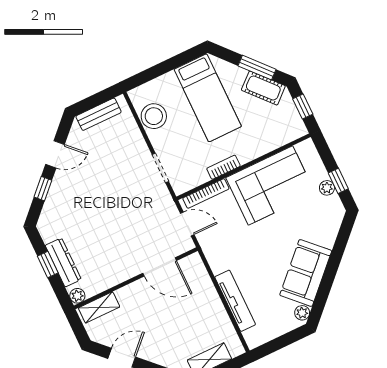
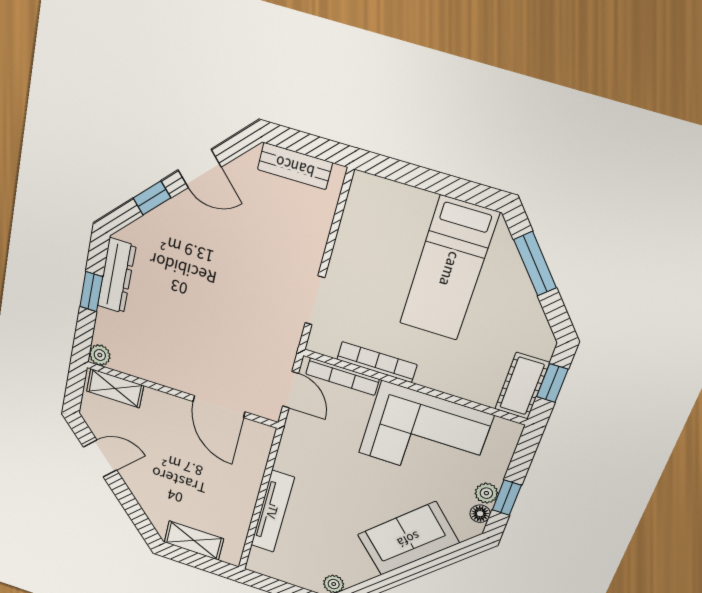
window: (257, 68) -> (535, 264), moved
cot: (263, 88) -> (522, 386), moved, turned 42
stool: (154, 116) -> (362, 231), removed
bookcase: (223, 167) -> (377, 362), width x1.56
floor lamp: (334, 201) -> (480, 514), added
dresser: (63, 262) -> (117, 276), moved
sofa: (306, 273) -> (408, 539), moved

